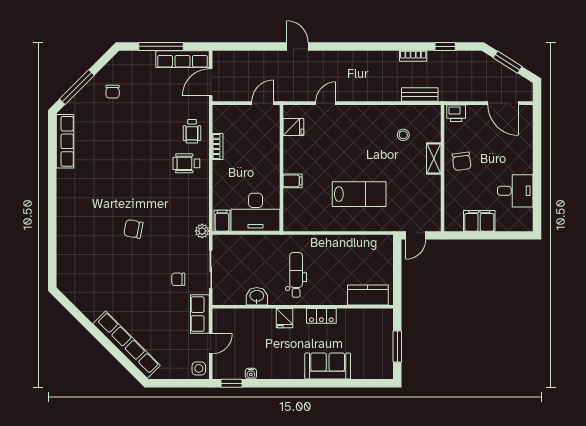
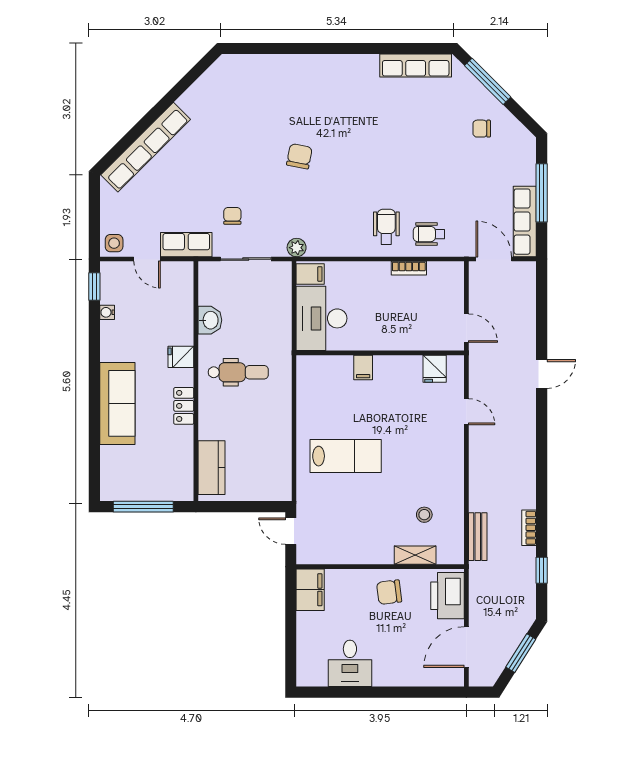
printer: (456, 113) -> (448, 596), width x1.87, depth x1.48
shelving: (434, 158) -> (415, 555), moved
lab bench: (359, 194) -> (346, 456), turned -90
filing cabinet: (479, 221) -> (310, 590), moved
window: (397, 347) -> (143, 507), width x1.44
sofa: (328, 366) -> (117, 403), width x1.36

